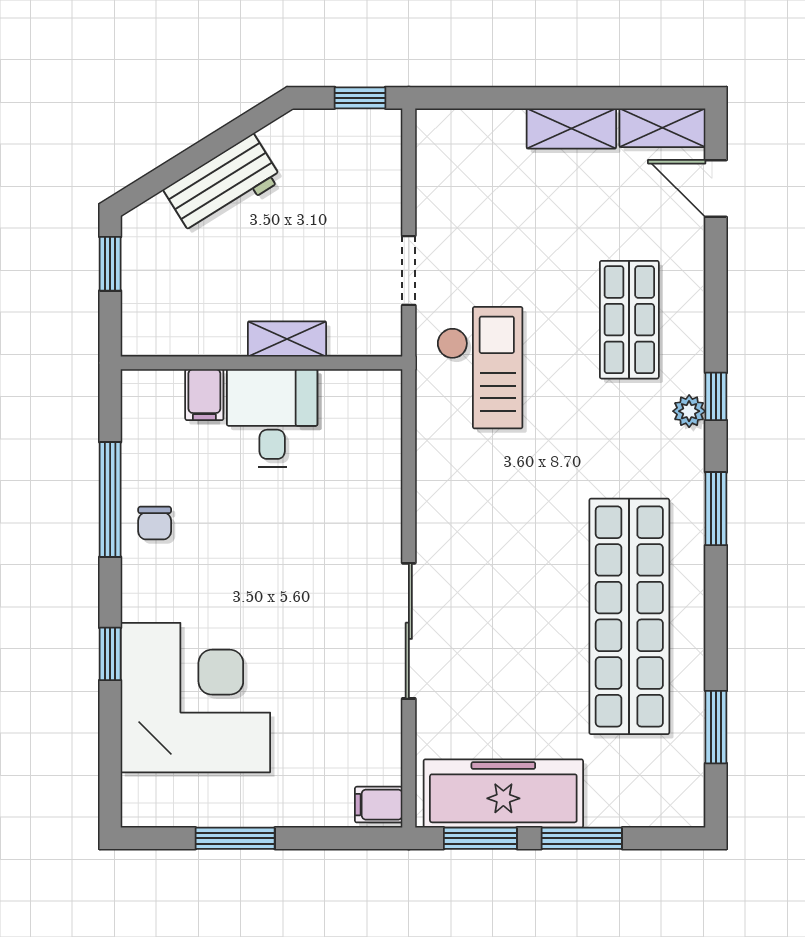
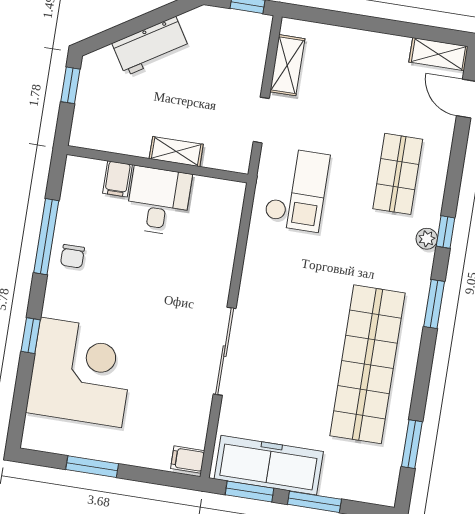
shelving: (571, 128) -> (287, 65), moved, turned 90

